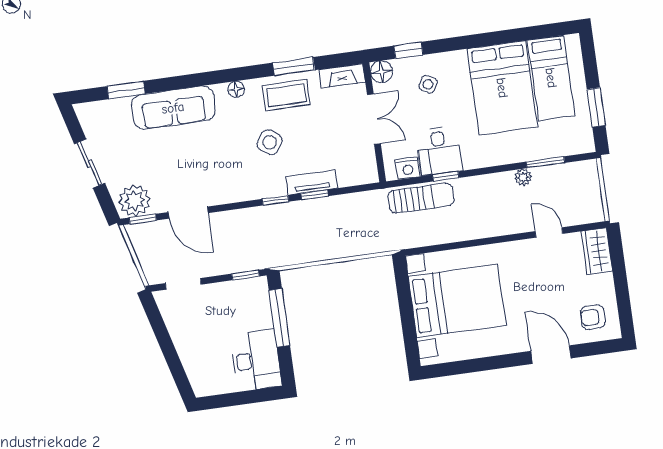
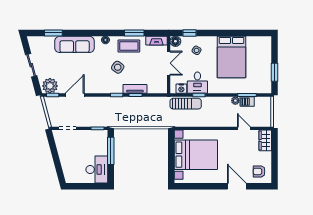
bed: (551, 78) -> (255, 55), removed
barbecue: (548, 176) -> (247, 102), added
door: (188, 213) -> (75, 95), swing flipped

